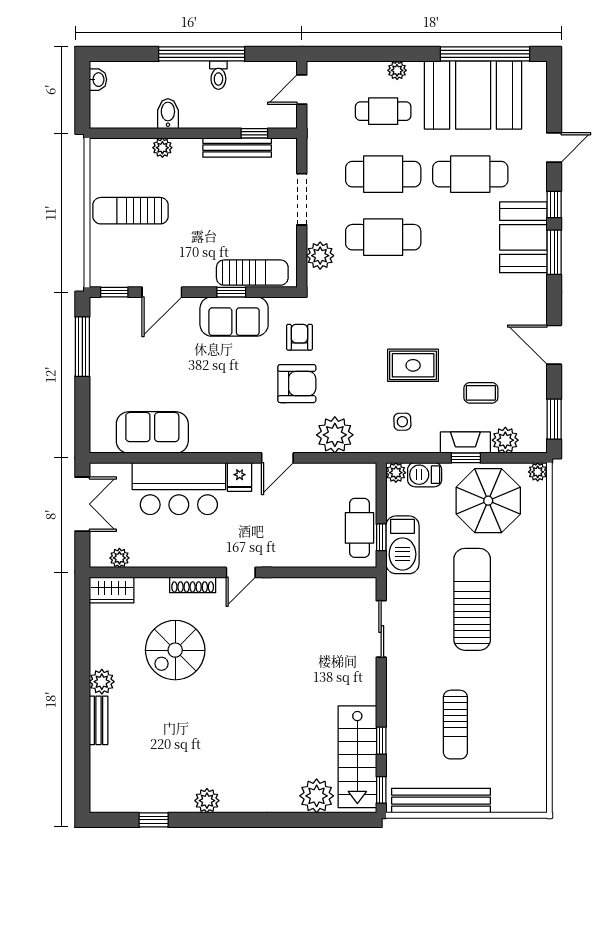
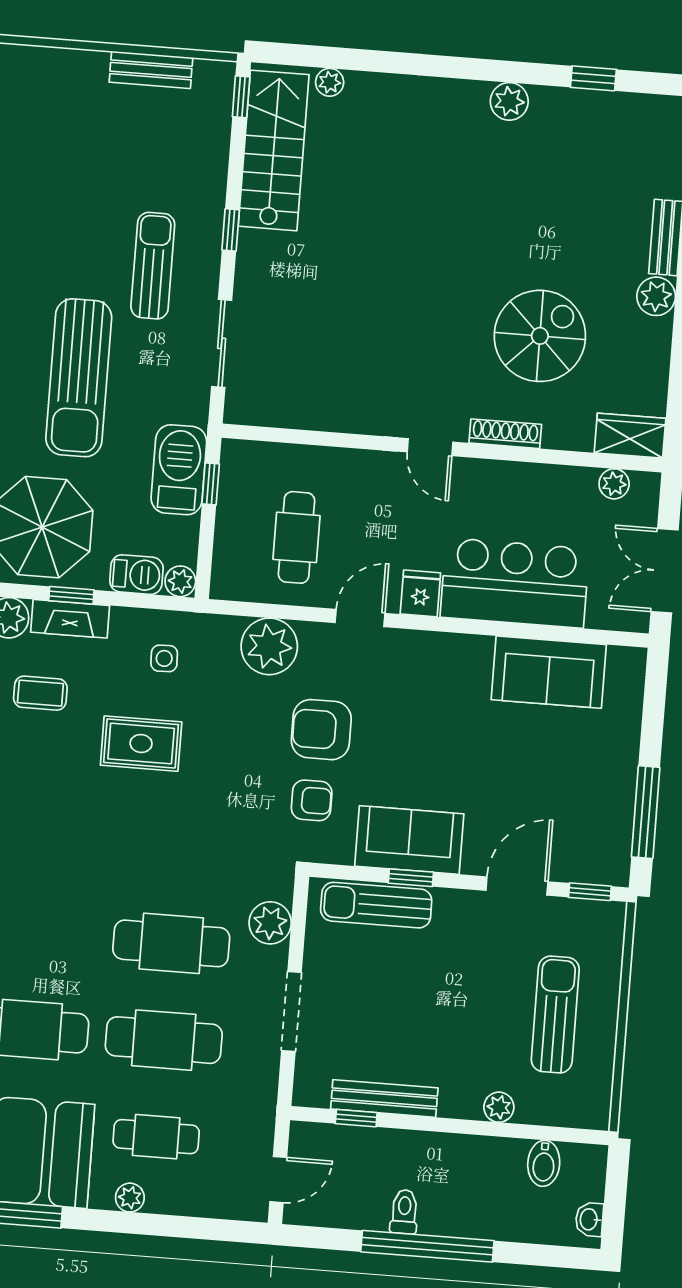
bidet: (168, 114) -> (544, 1163), moved
sun lounger: (131, 211) -> (555, 1015), turned -90
armchair: (299, 337) -> (312, 800), turned -90
cafe table: (359, 528) -> (297, 537), moved
door: (241, 572) -> (430, 447), swing flipped
sun lounger: (455, 725) -> (153, 266), moved
window: (381, 741) -> (231, 230), moved
plant: (317, 796) -> (330, 82), width x0.53, depth x0.53
bench: (441, 801) -> (151, 70), width x0.54, depth x0.82

